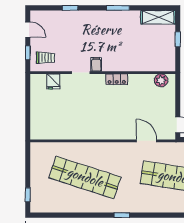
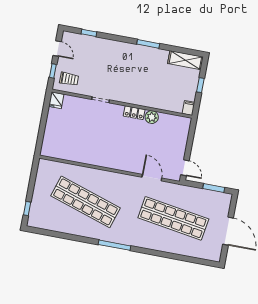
window: (70, 8) -> (89, 33), moved
filing cabinet: (96, 64) -> (188, 108), moved
plant: (161, 80) -> (152, 117), moved
fridge: (53, 81) -> (56, 100), moved
window: (122, 215) -> (114, 245), width x2.17

